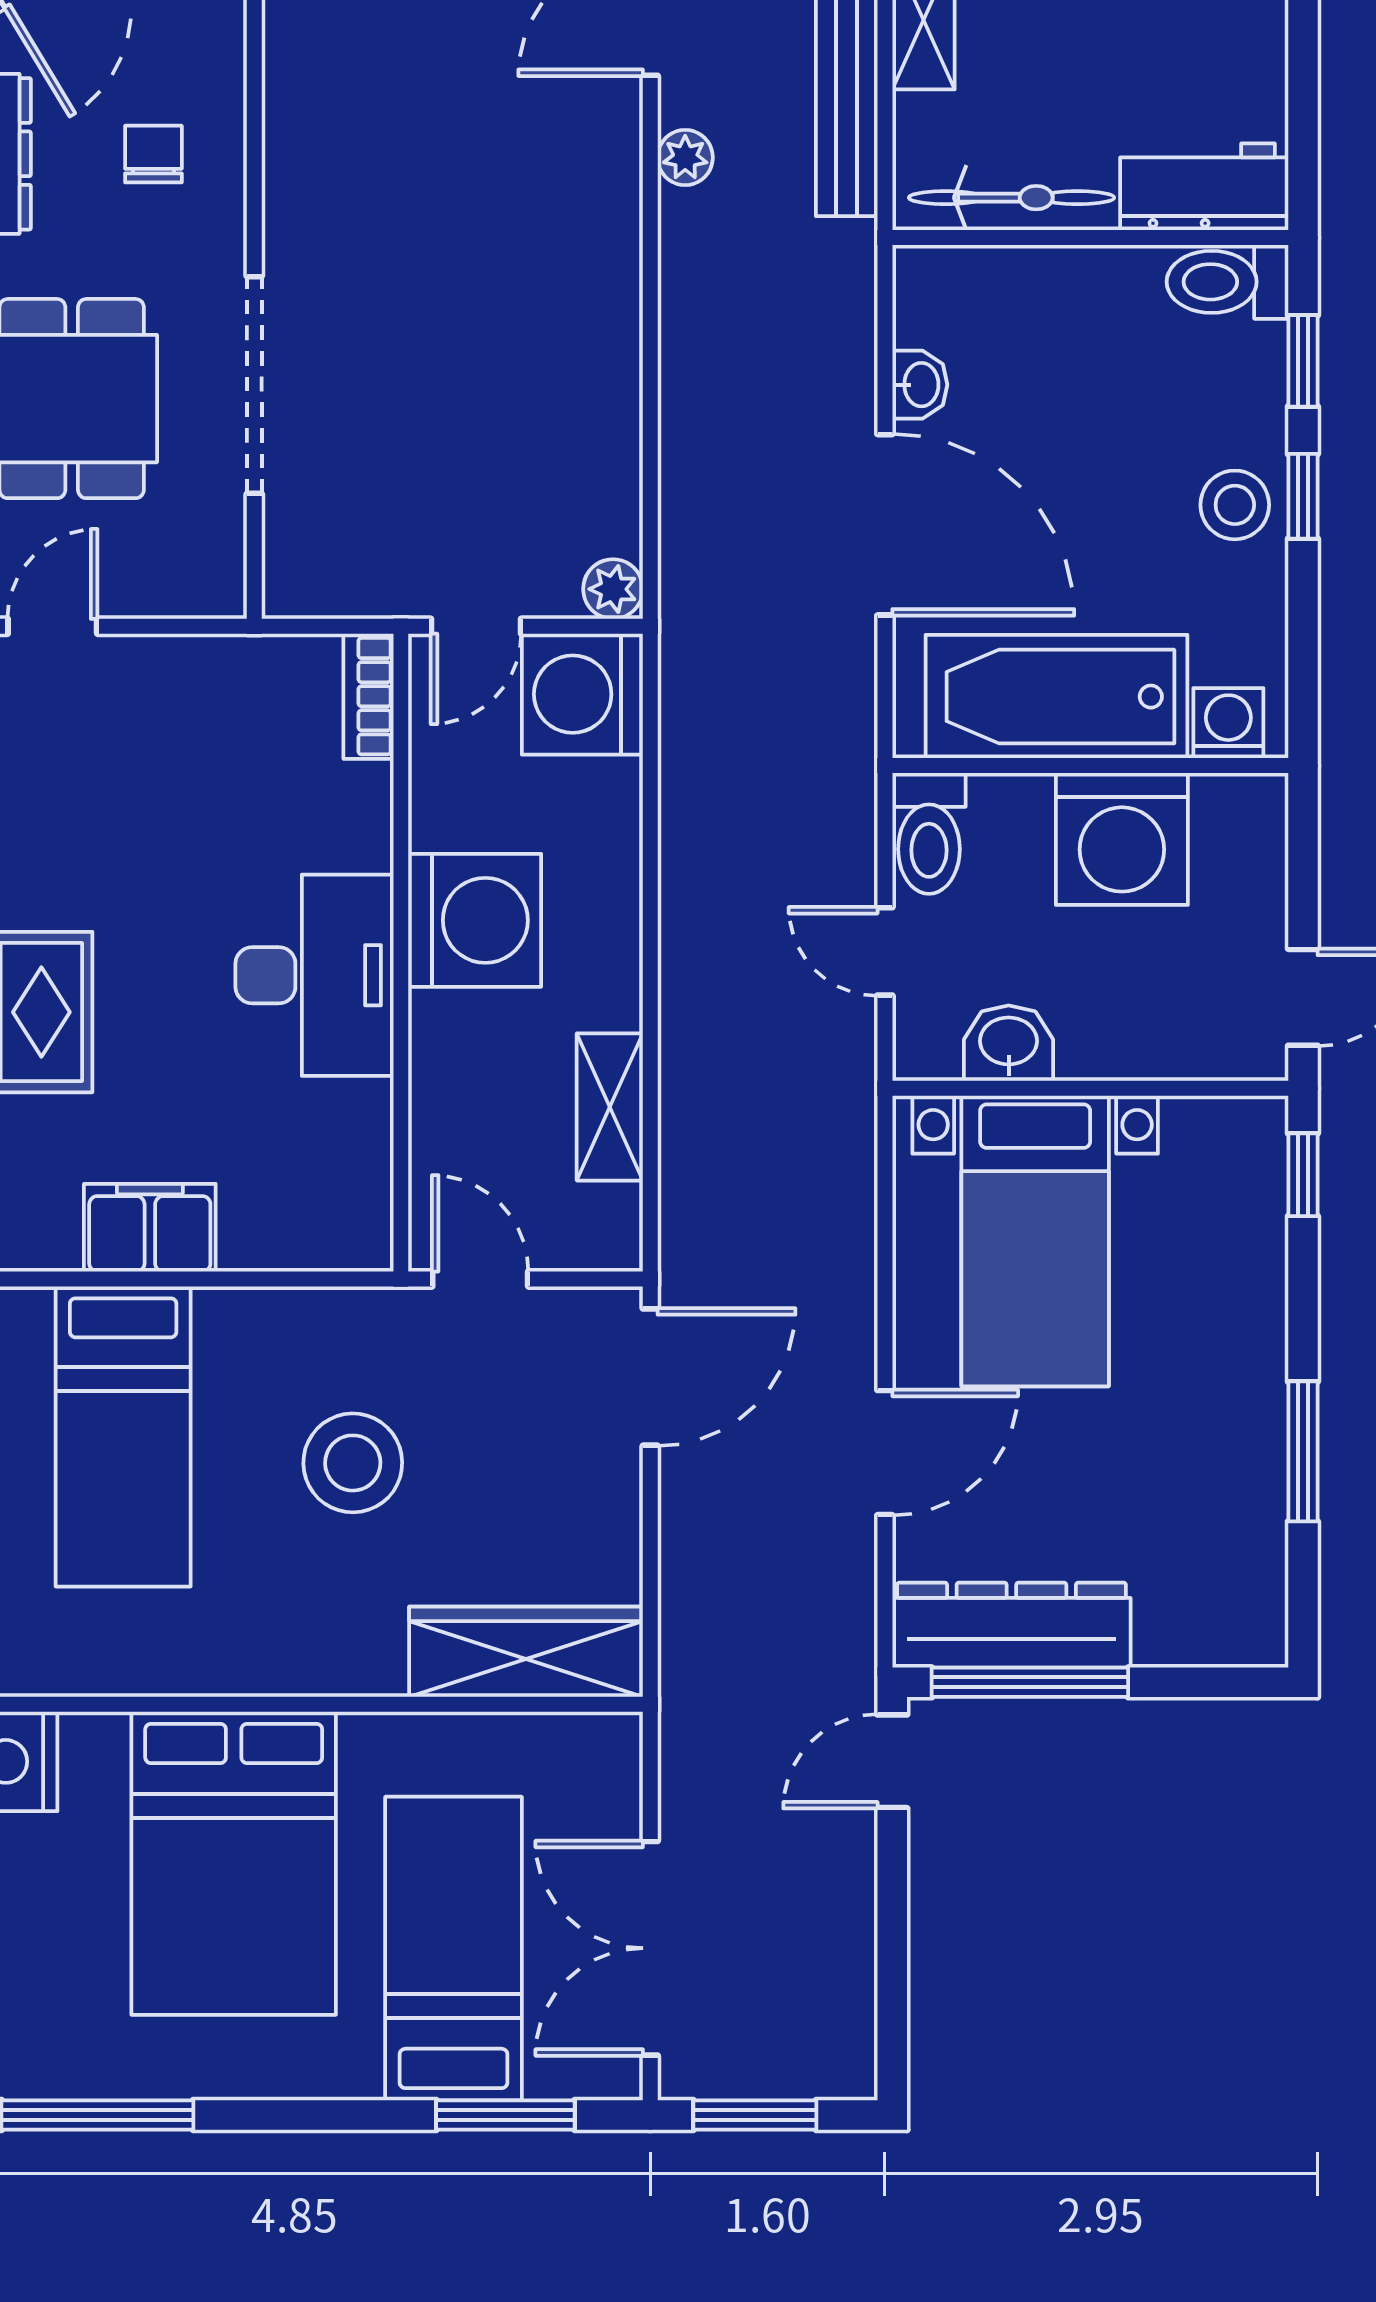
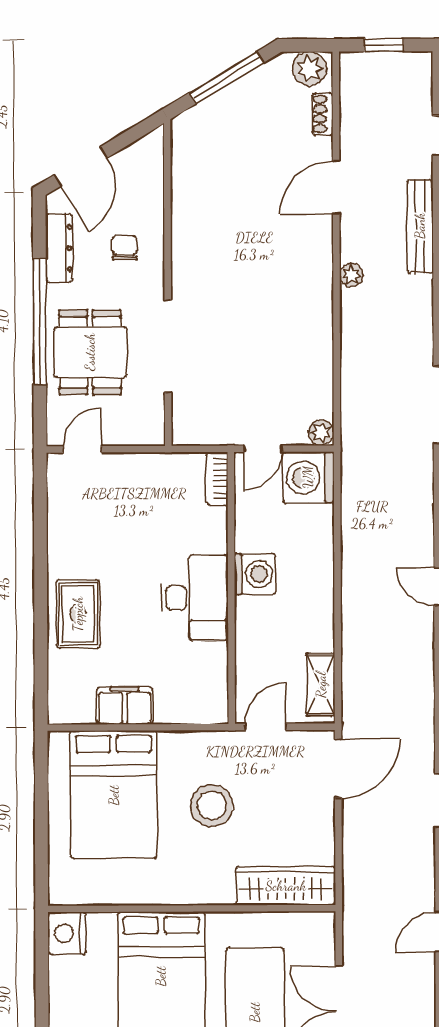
plant: (685, 158) -> (351, 275), moved
washing machine: (475, 920) -> (255, 574), width x0.73, depth x0.73
shelving: (610, 1107) -> (321, 685), moved
door: (480, 1279) -> (266, 727), hinge flipped
bed: (123, 1436) -> (114, 795), width x1.50

